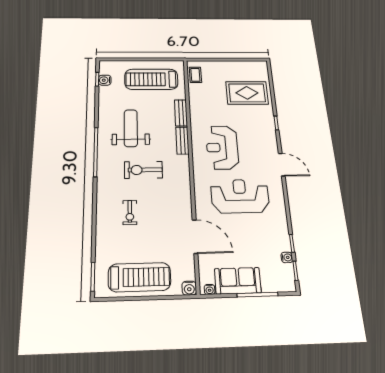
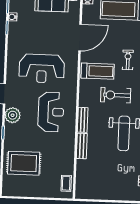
treadmill: (151, 79) -> (98, 71), moved, width x0.73, depth x0.73
plant: (268, 142) -> (13, 115), added
exercise bike: (143, 170) -> (116, 95), turned 180
door: (195, 237) -> (80, 38), swing flipped

